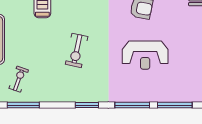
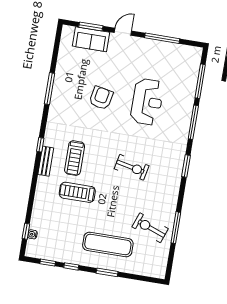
exercise bike: (19, 79) -> (150, 228), width x1.38, depth x1.39

